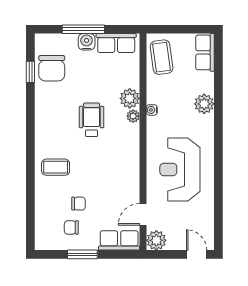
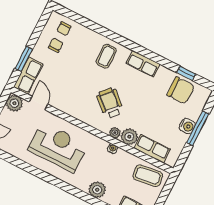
row of seats: (116, 43) -> (152, 149), moved, turned 90
chair: (52, 68) -> (181, 90), turned 180
wheelchair: (92, 120) -> (110, 103), moved, turned -138
row of seats: (44, 123) -> (143, 64), added
chair: (78, 204) -> (64, 29), moved
window: (82, 254) -> (24, 59), moved

